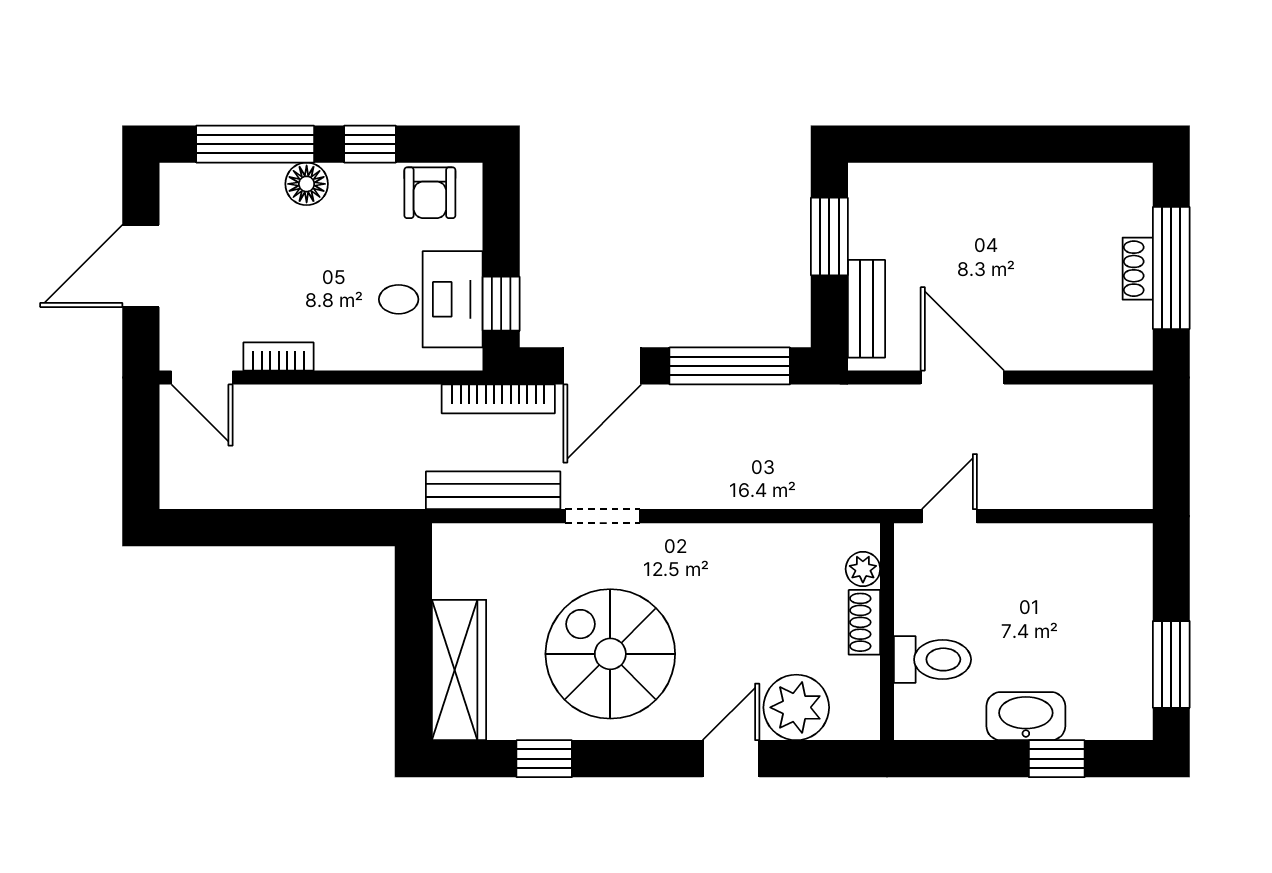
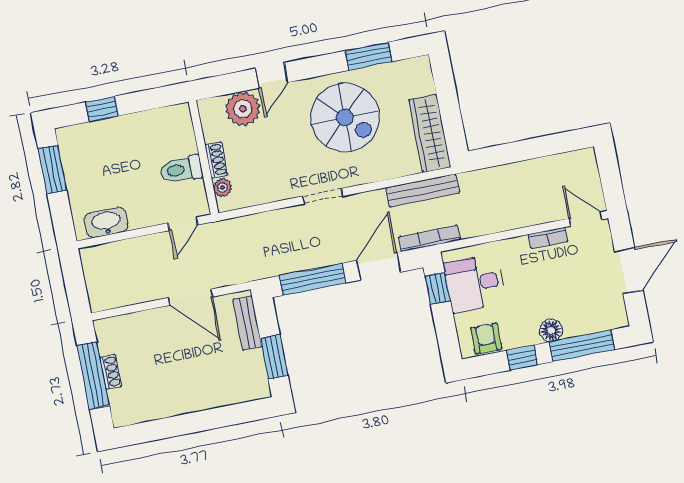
doorway: (603, 516) -> (323, 196), moved
toilet: (933, 659) -> (181, 169), moved
wardrobe: (459, 670) -> (430, 133), moved
washbasin: (1026, 716) -> (106, 222), moved, turned 180
window: (544, 759) -> (368, 56), width x1.50

